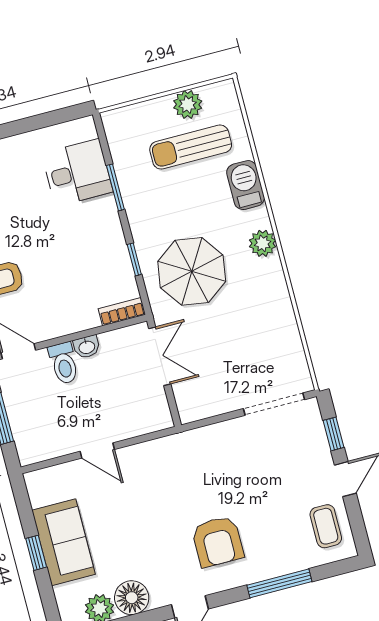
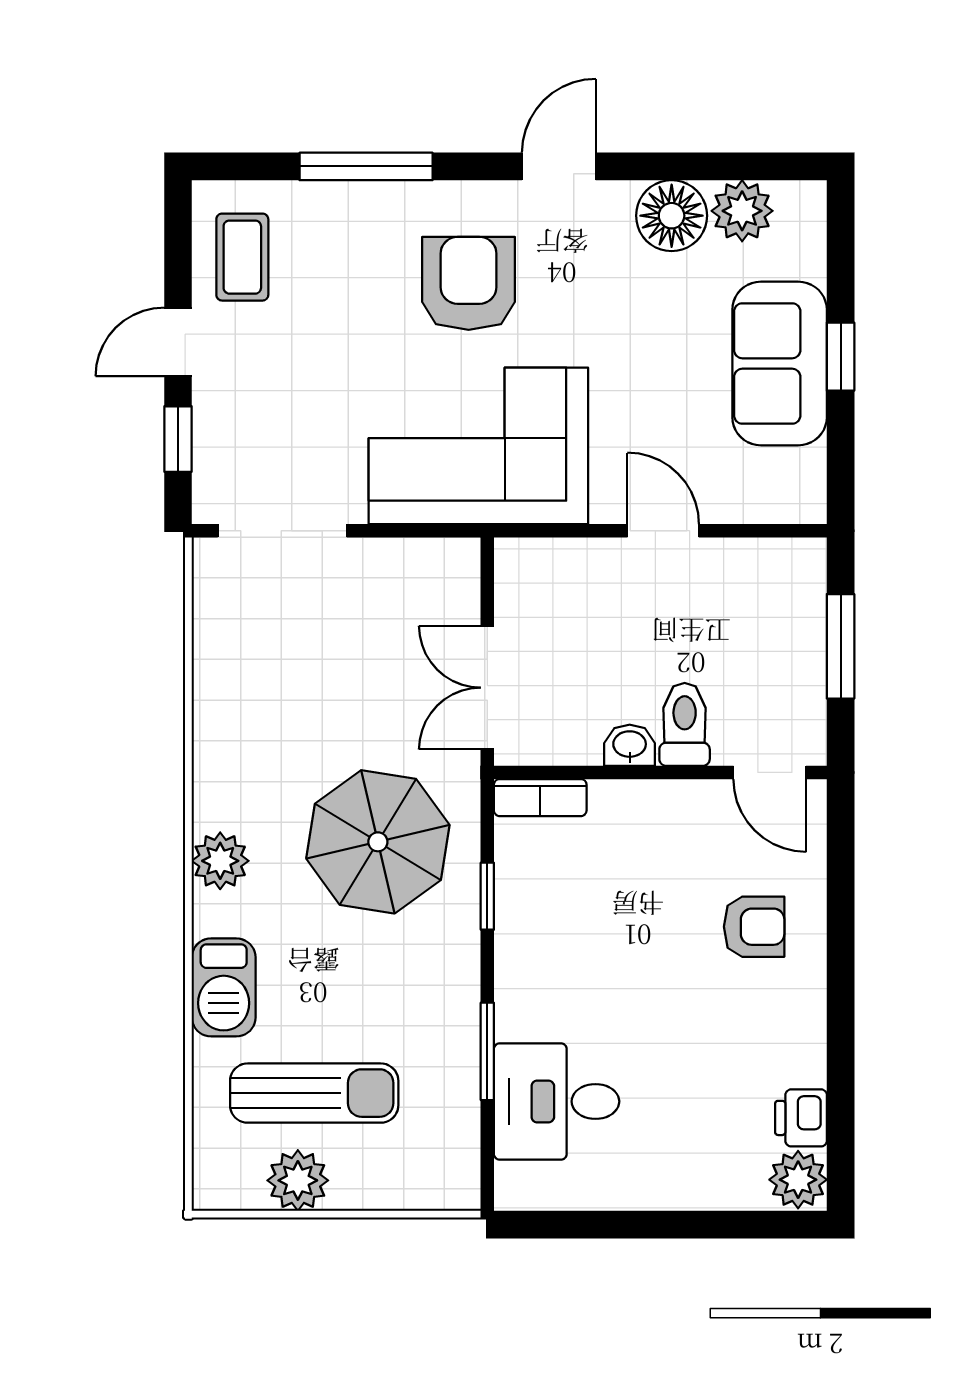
corner sofa: (193, 467) -> (478, 446), added

